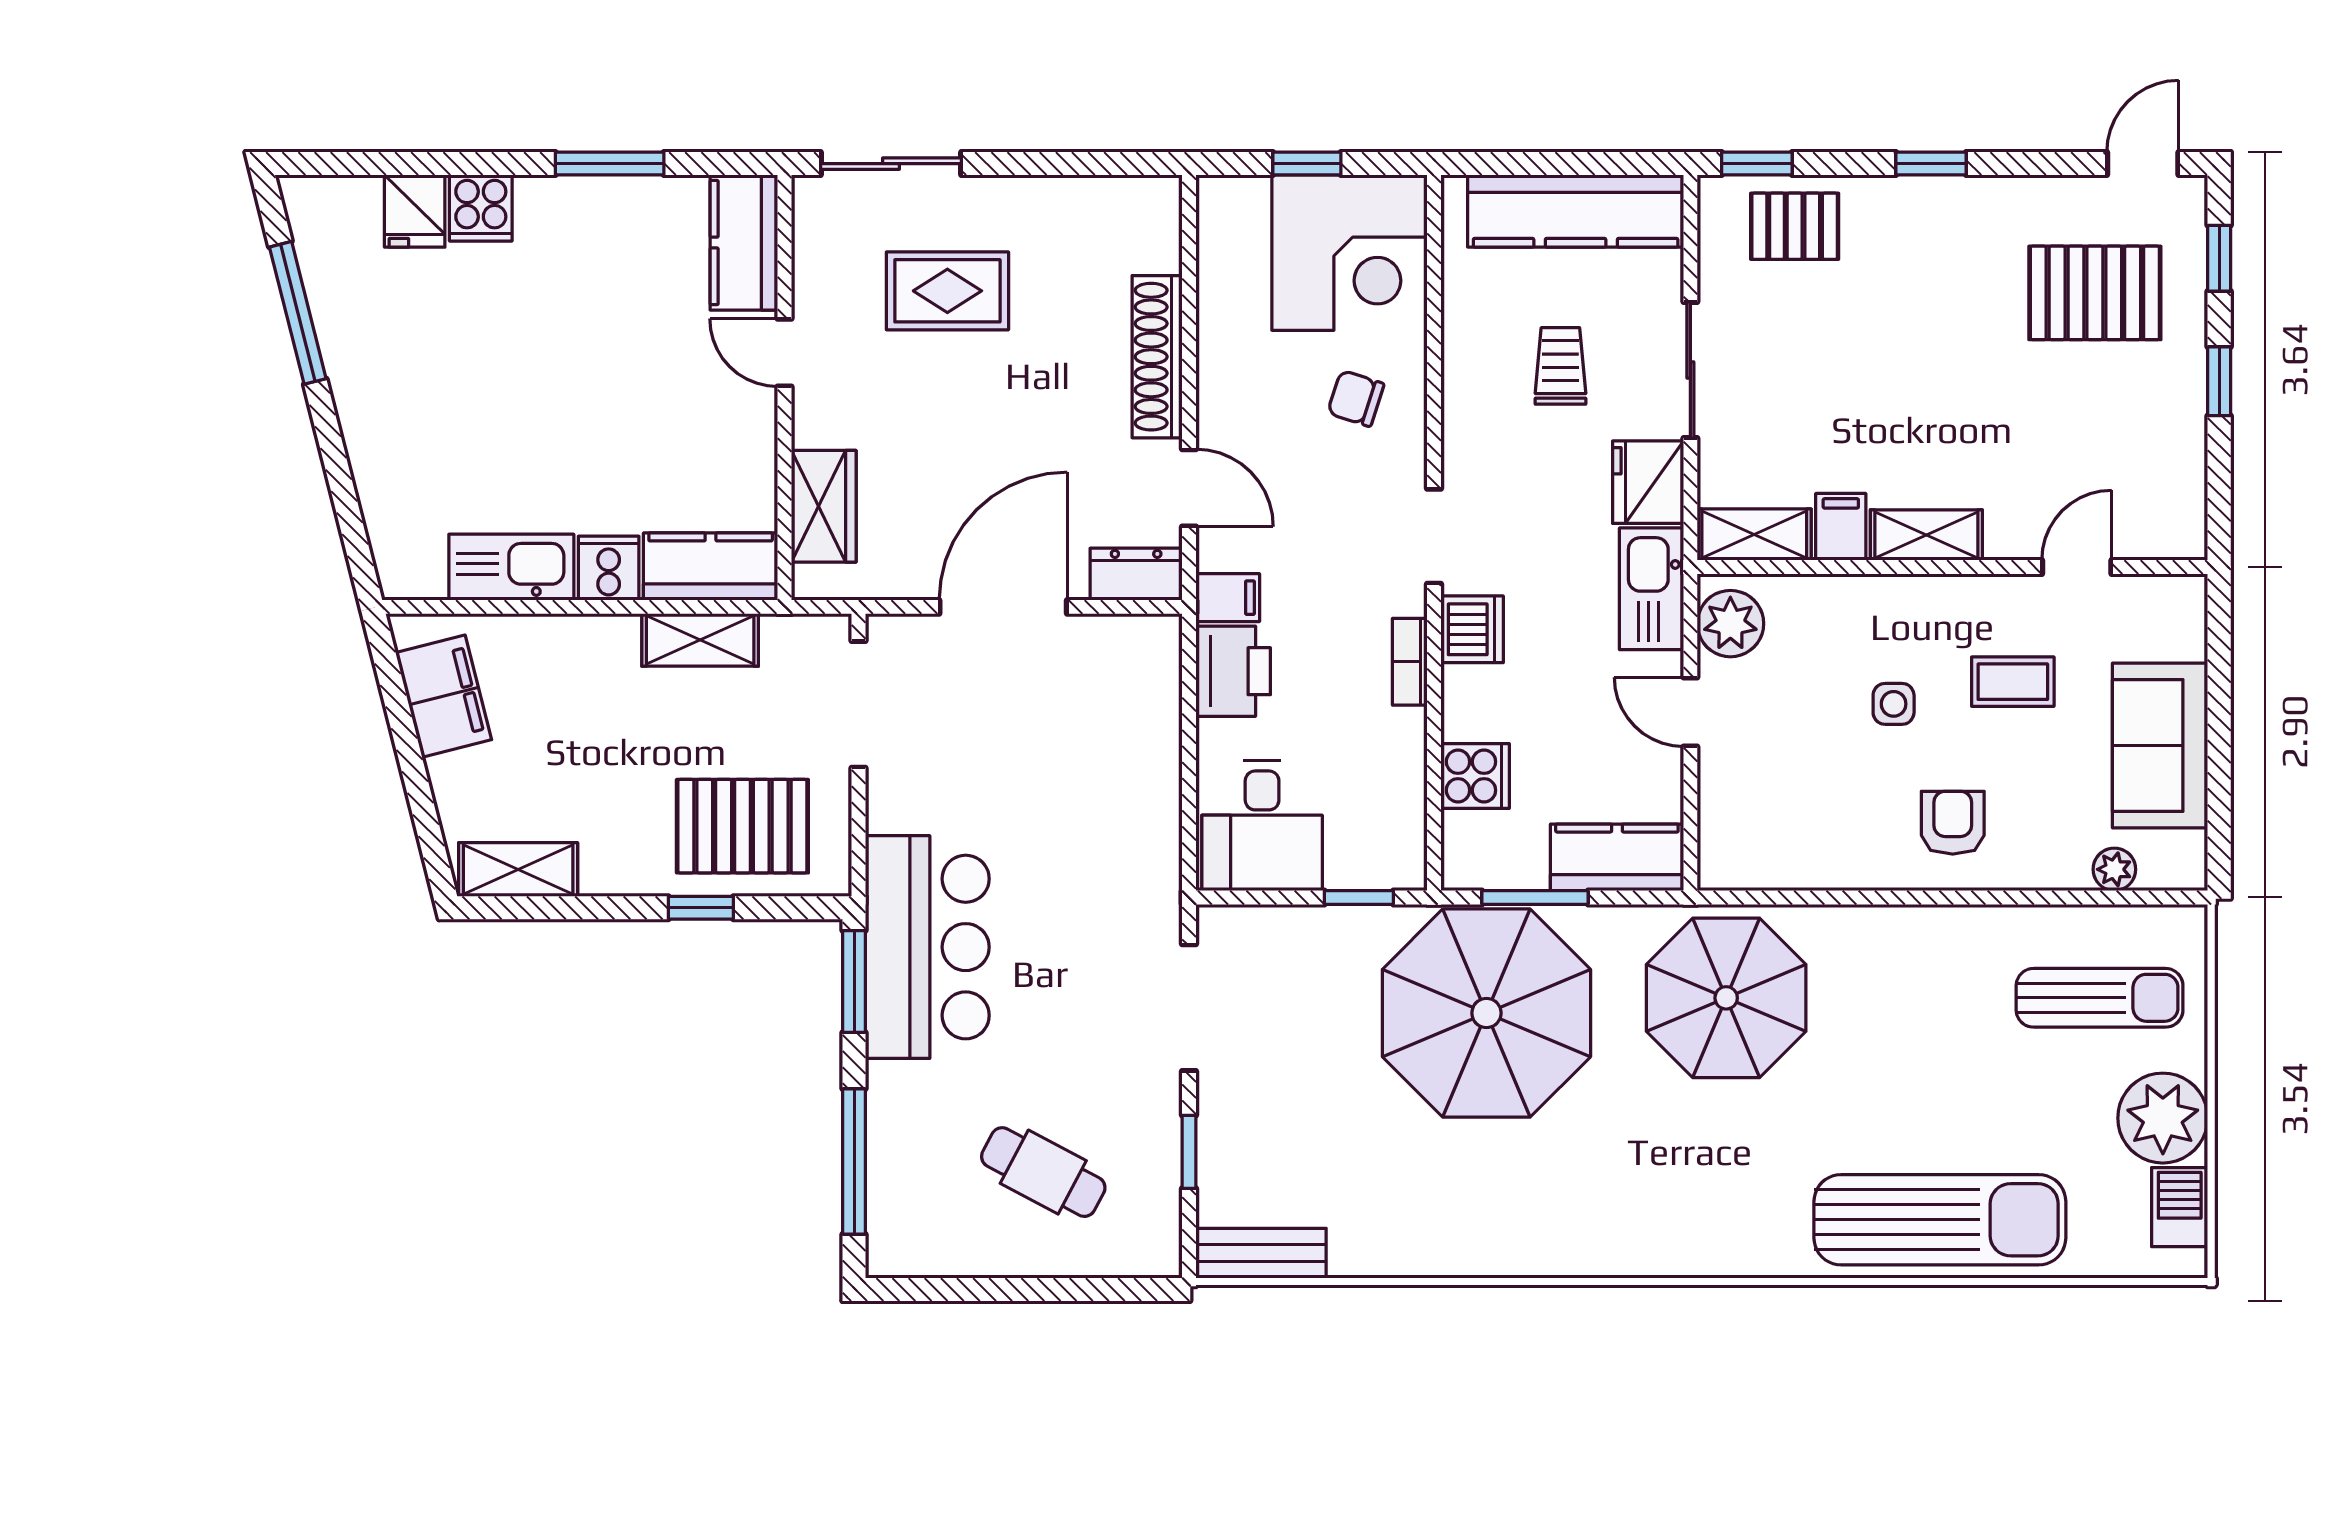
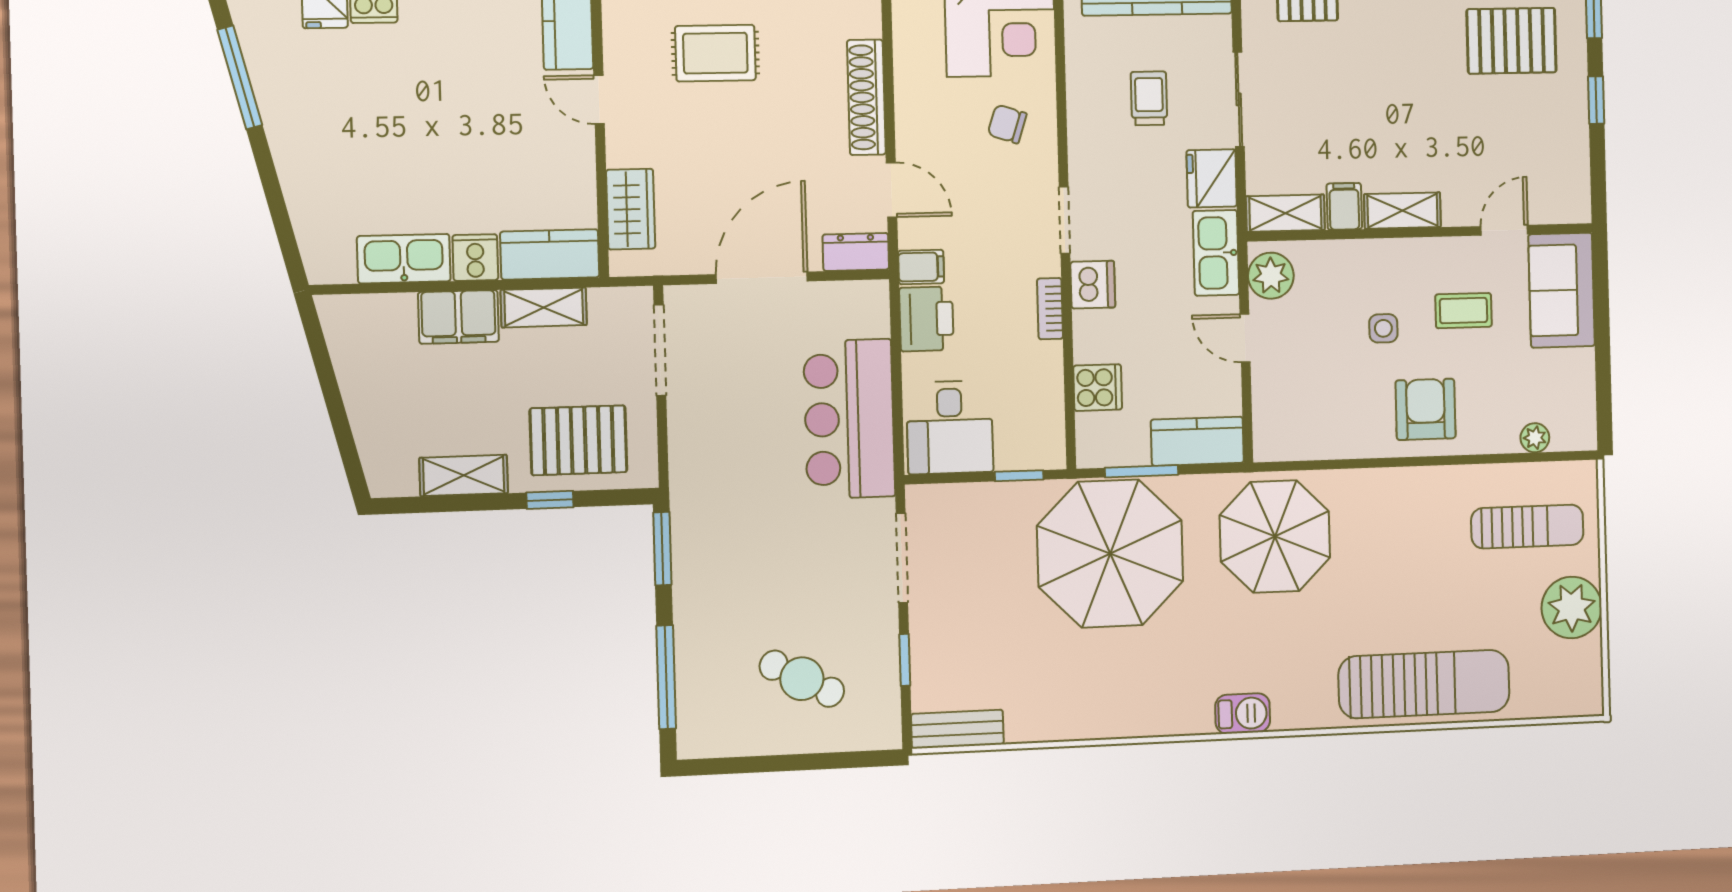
filing cabinet: (444, 696) -> (458, 317), moved, turned 104
sofa: (2160, 746) -> (1562, 290), moved
armchair: (1953, 823) -> (1426, 409), width x1.38, depth x1.38
shelving: (518, 870) -> (464, 475), moved
bar counter: (927, 947) -> (849, 419), moved, turned 180
barbecue: (2180, 1207) -> (1243, 714), moved, turned 90

